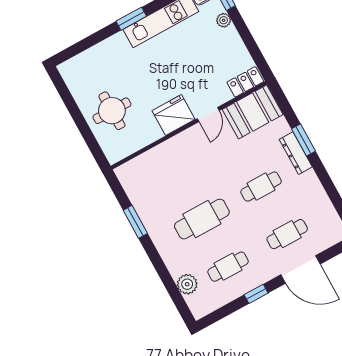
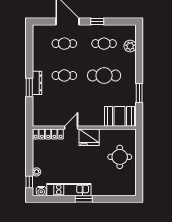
locker: (245, 82) -> (48, 134), width x1.53
booth: (253, 112) -> (119, 116), moved

